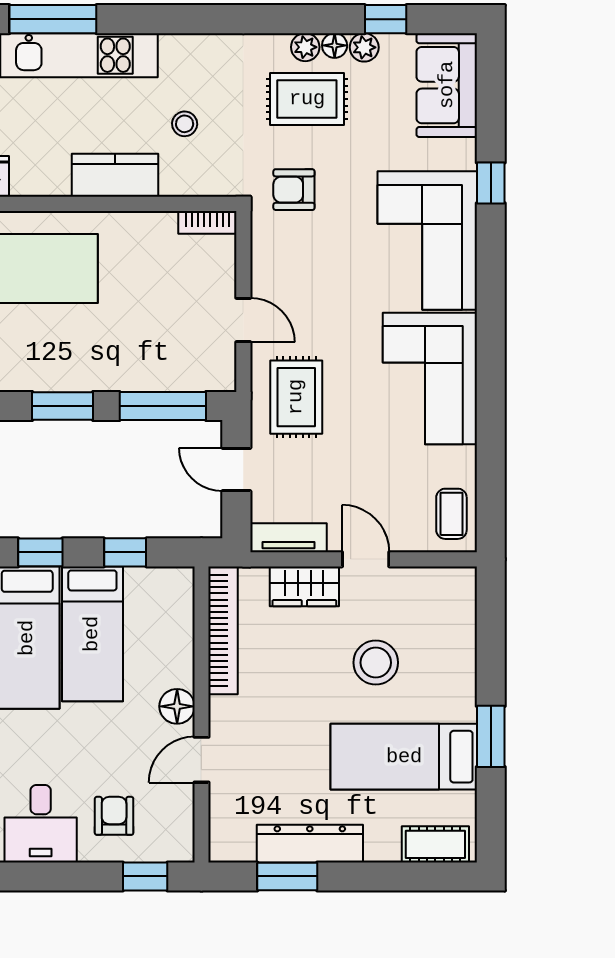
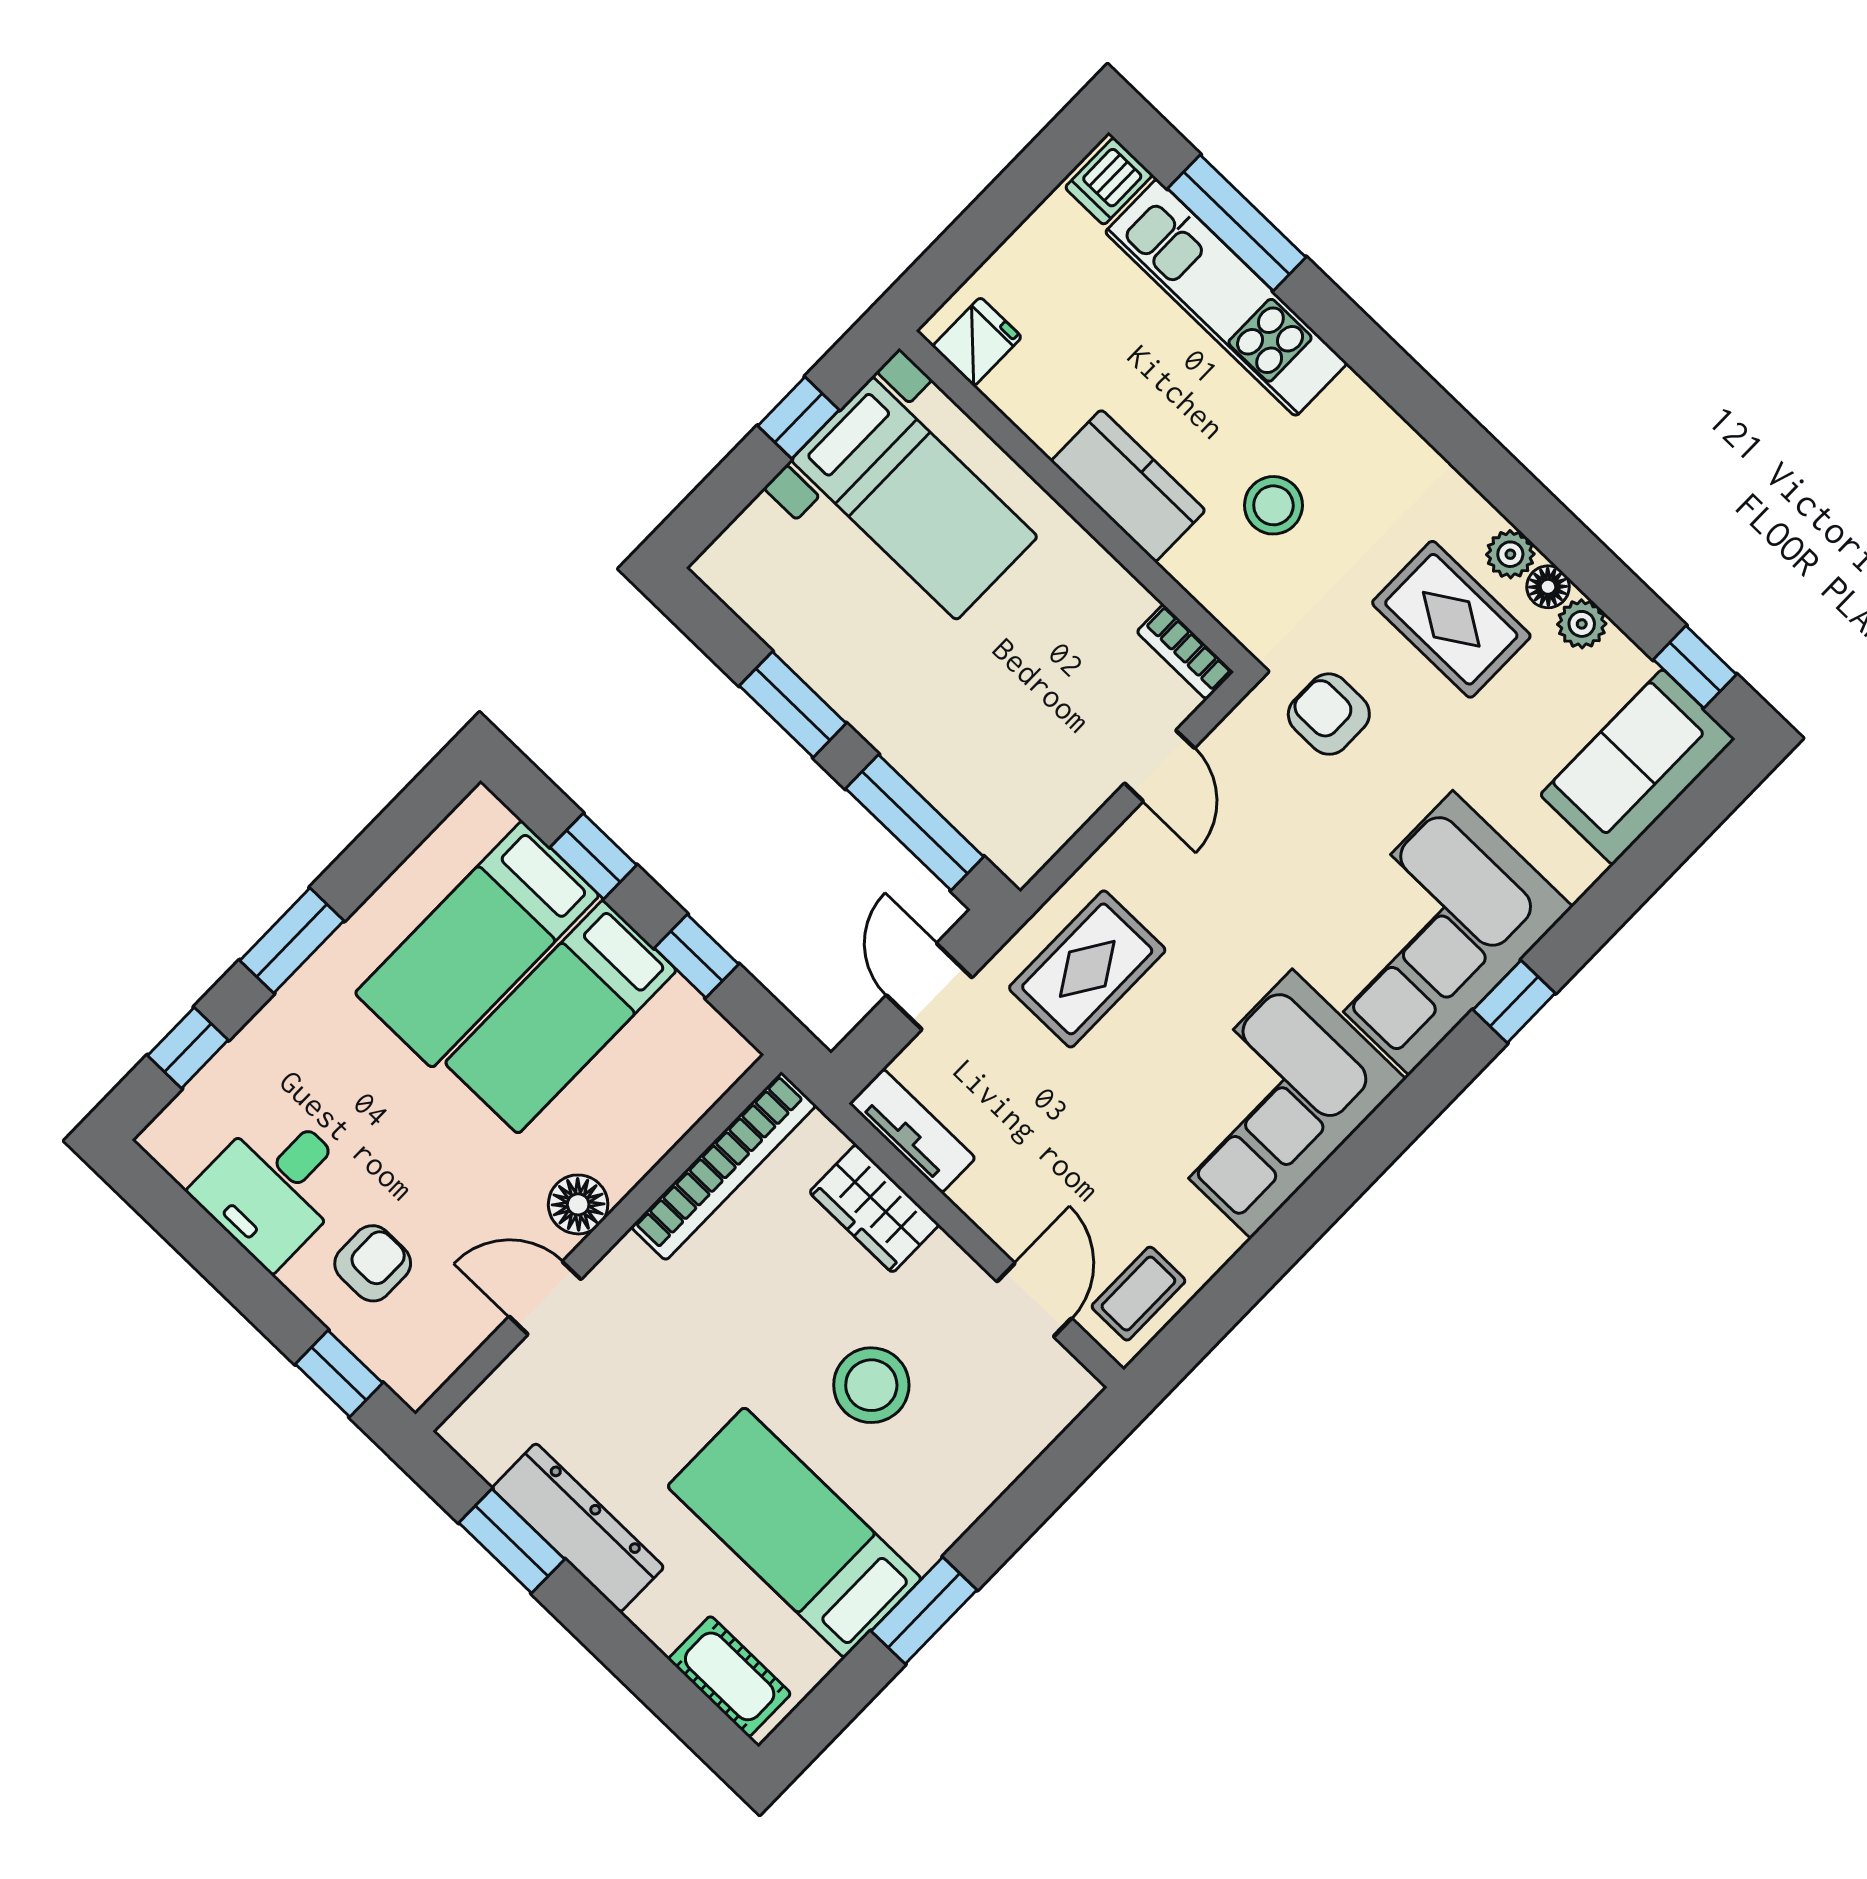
window: (386, 19) -> (1695, 667), moved
stool: (185, 124) -> (1273, 505), width x1.37, depth x1.37
window: (491, 183) -> (1514, 1002), moved
door: (243, 320) -> (1159, 766), moved
door: (366, 559) -> (1034, 1300), moved

